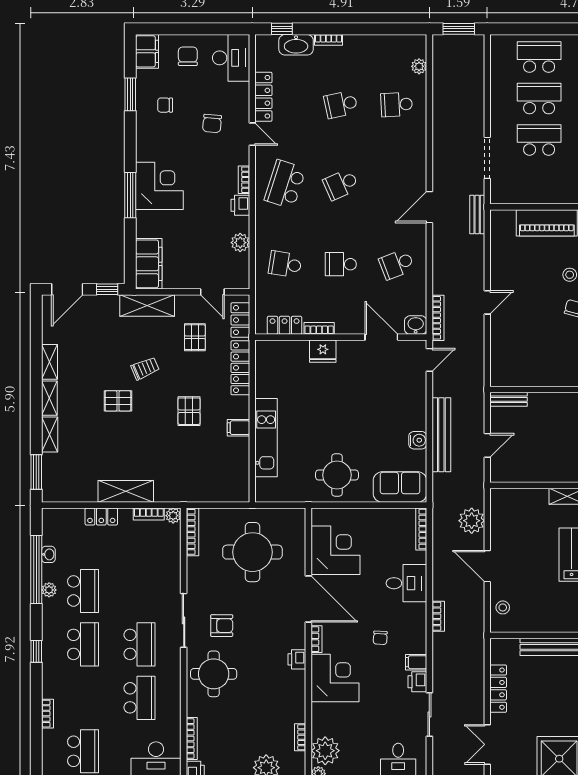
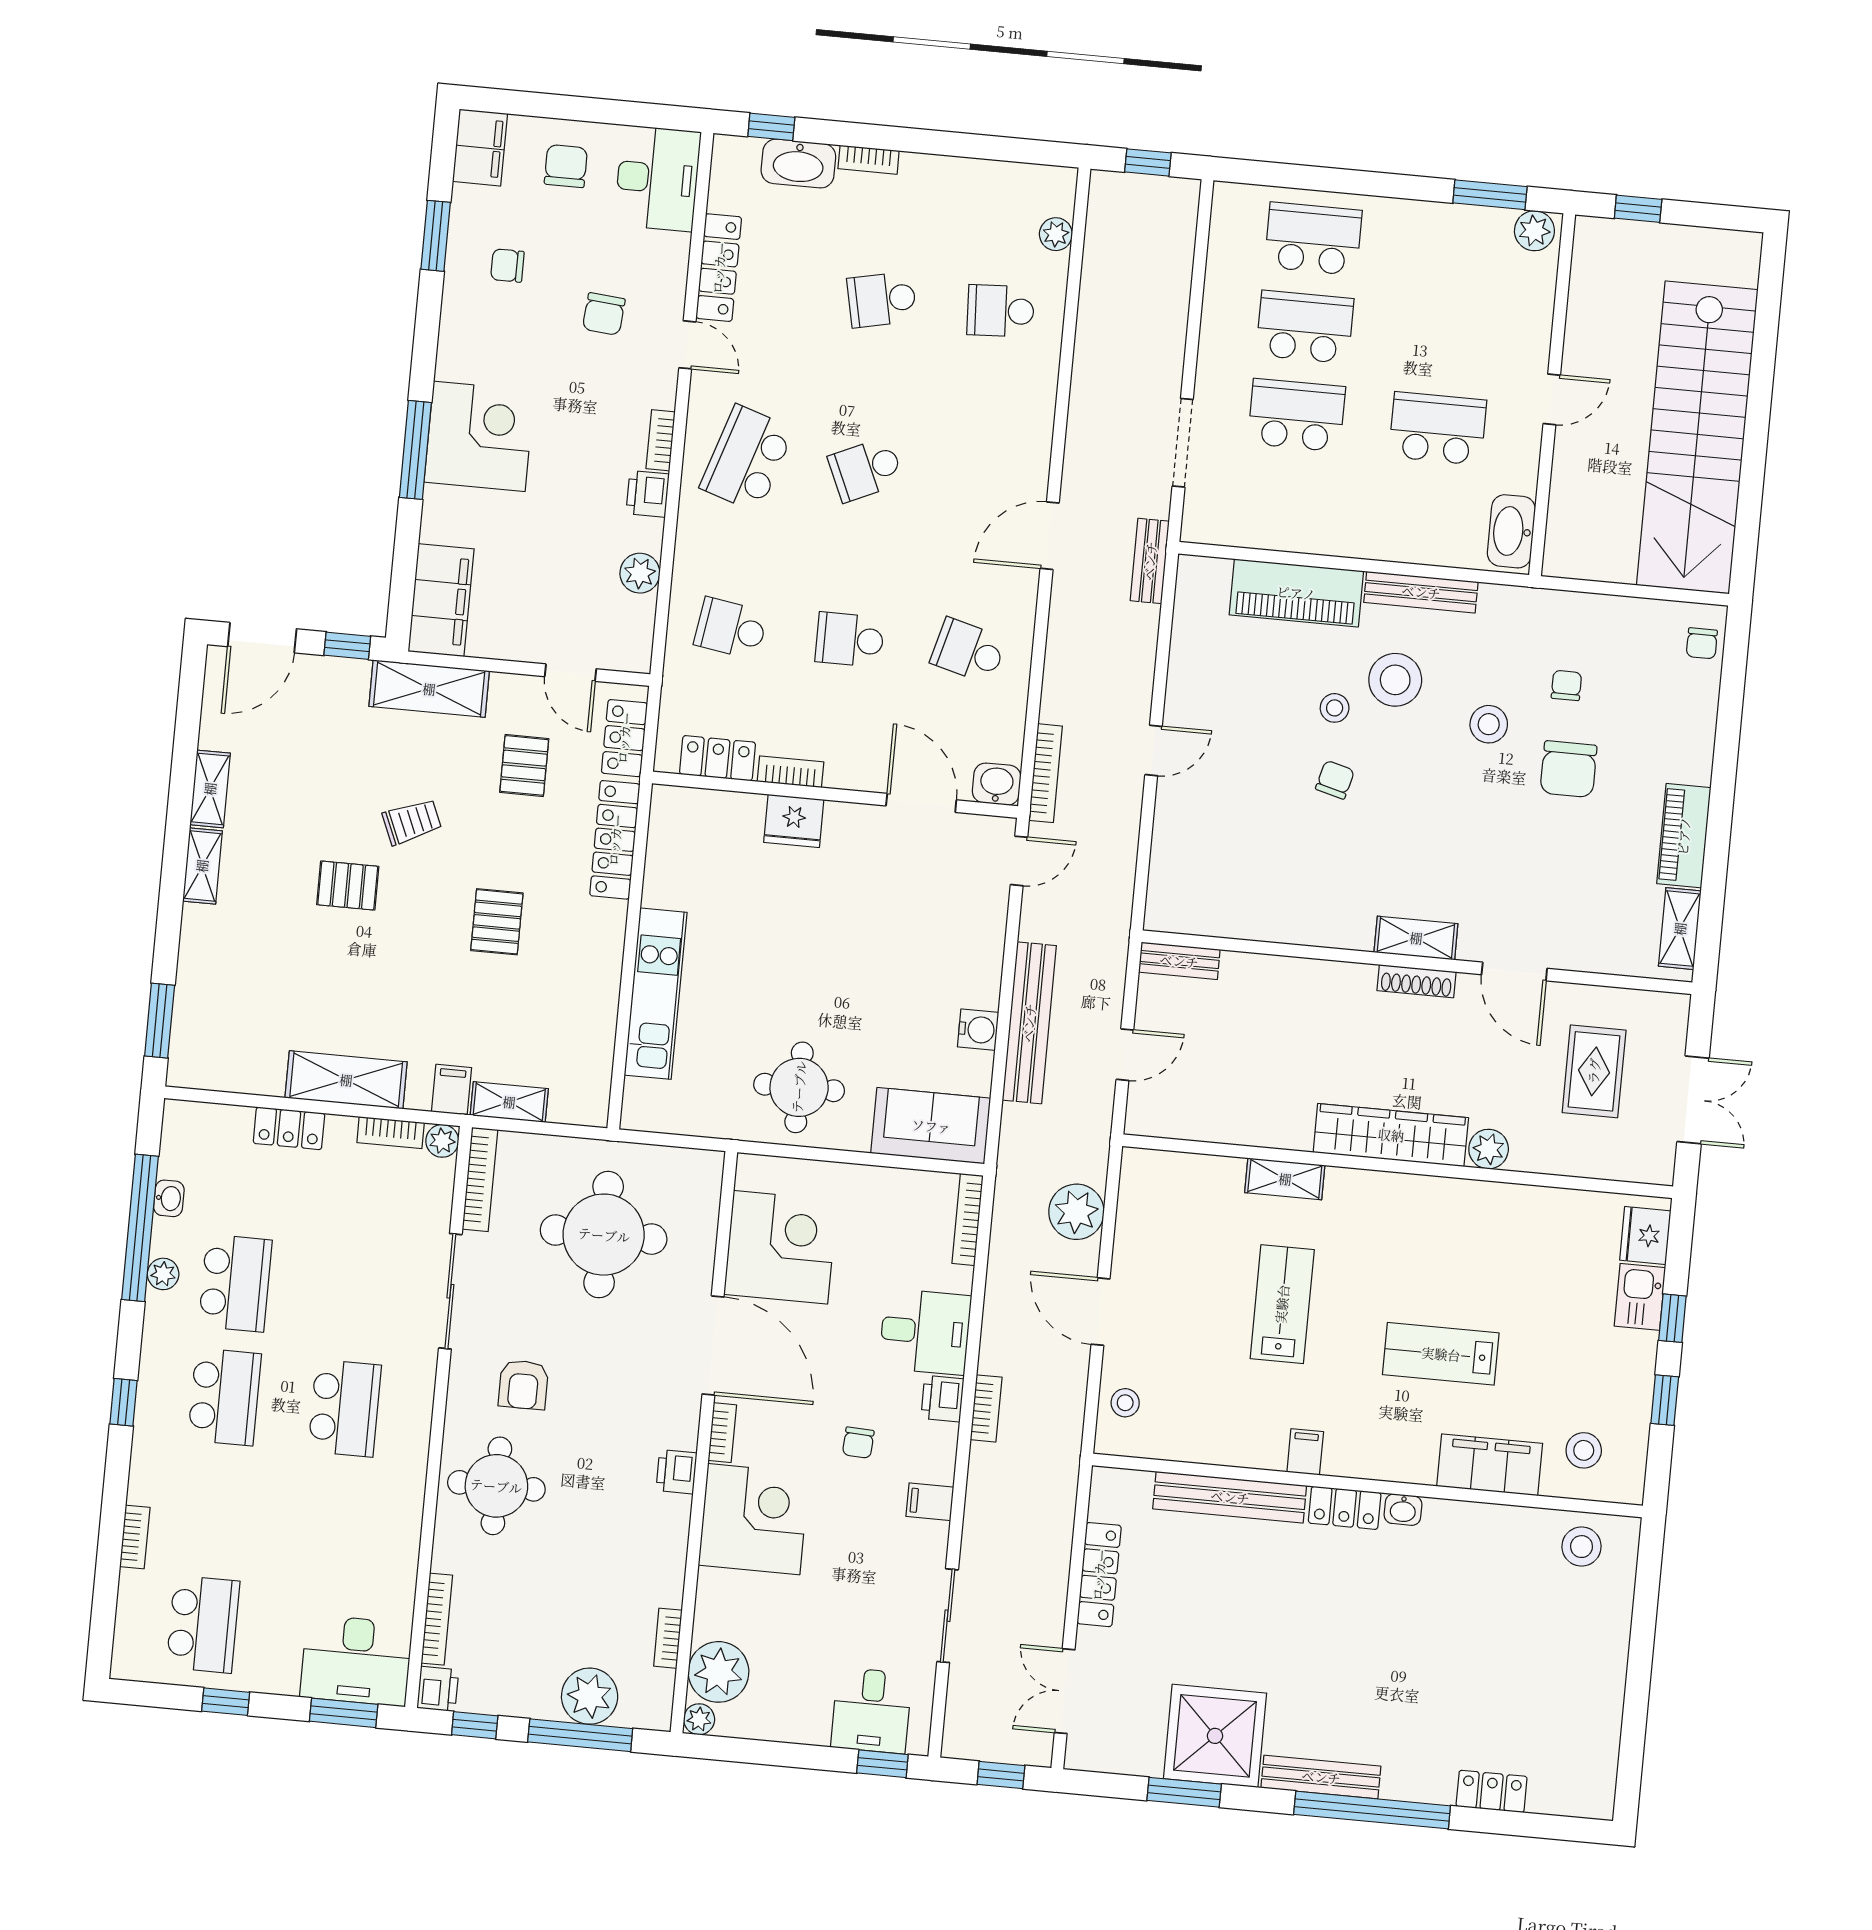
window: (459, 29) -> (1148, 162), width x0.67
school desk: (397, 264) -> (968, 651), turned 36
filing cabinet: (238, 428) -> (451, 1090), moved, turned 90
shelving: (50, 434) -> (509, 1102), moved, turned 90
sliding door: (184, 620) -> (450, 1291), moved
armchair: (222, 626) -> (523, 1385), turned 90
printer: (417, 682) -> (942, 1399), moved
school desk: (140, 698) -> (334, 1522), removed

